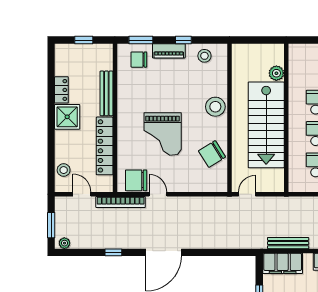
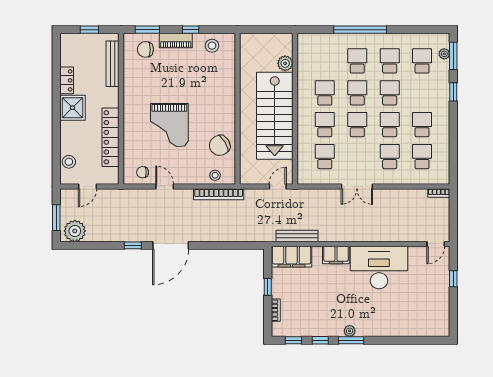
bench: (106, 93) -> (112, 64), moved
stool: (215, 107) -> (215, 175), moved, width x0.53, depth x0.53
chair: (136, 180) -> (143, 172), width x0.54, depth x0.54
door: (82, 194) -> (88, 186), swing flipped
door: (247, 194) -> (278, 186), moved
bookcase: (121, 202) -> (219, 194), moved
plant: (64, 243) -> (75, 231), width x1.88, depth x1.88
window: (113, 252) -> (133, 245), moved

